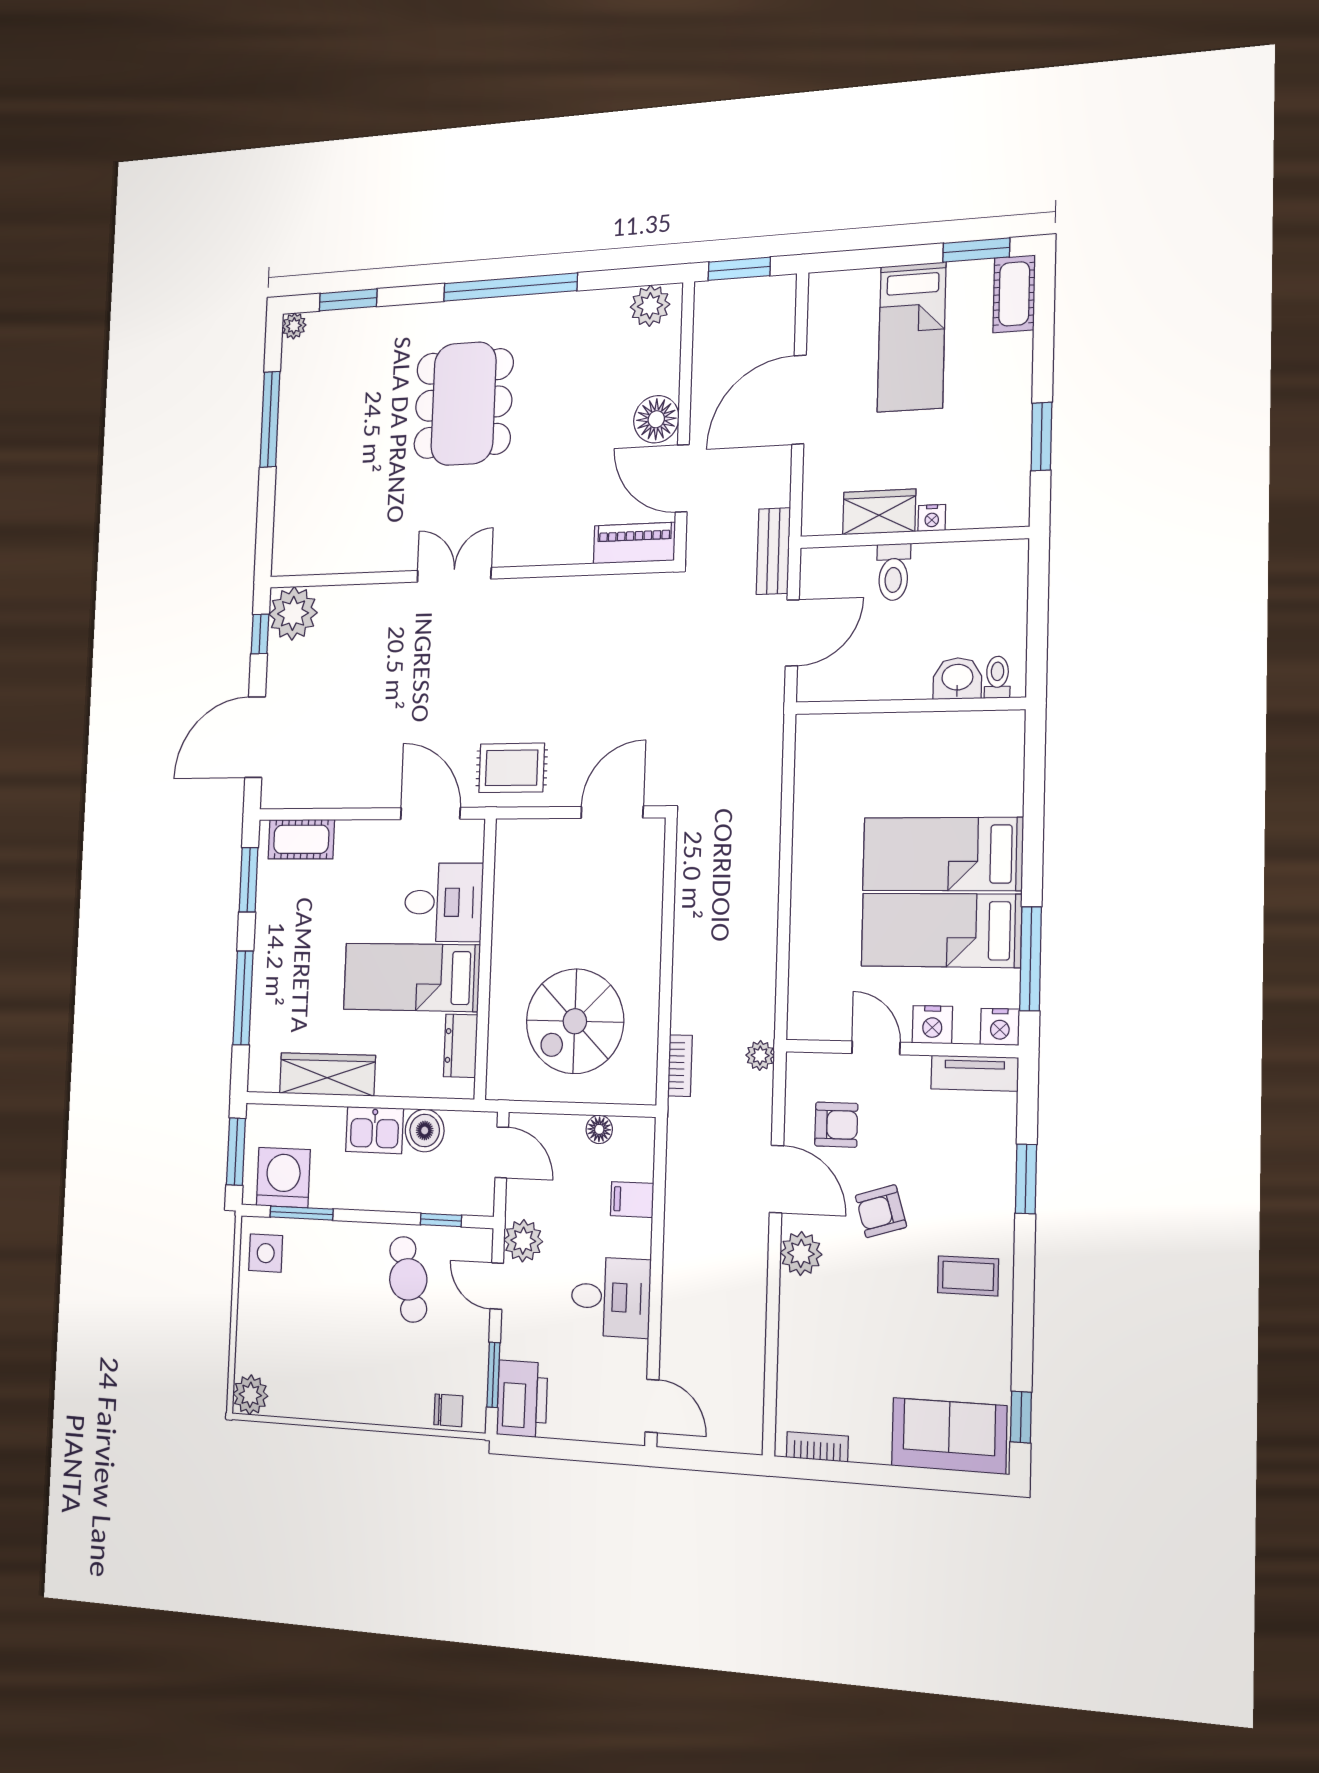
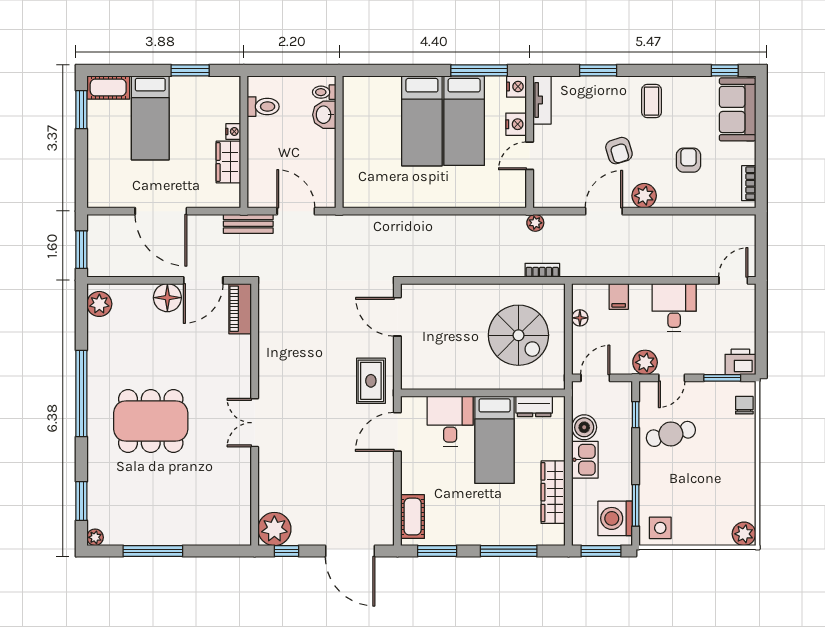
bed: (912, 337) -> (150, 118), moved, turned 90
toilet: (893, 572) -> (263, 107), moved
armchair: (836, 1125) -> (688, 160), moved
printer: (522, 1399) -> (740, 362), width x0.73, depth x0.84

